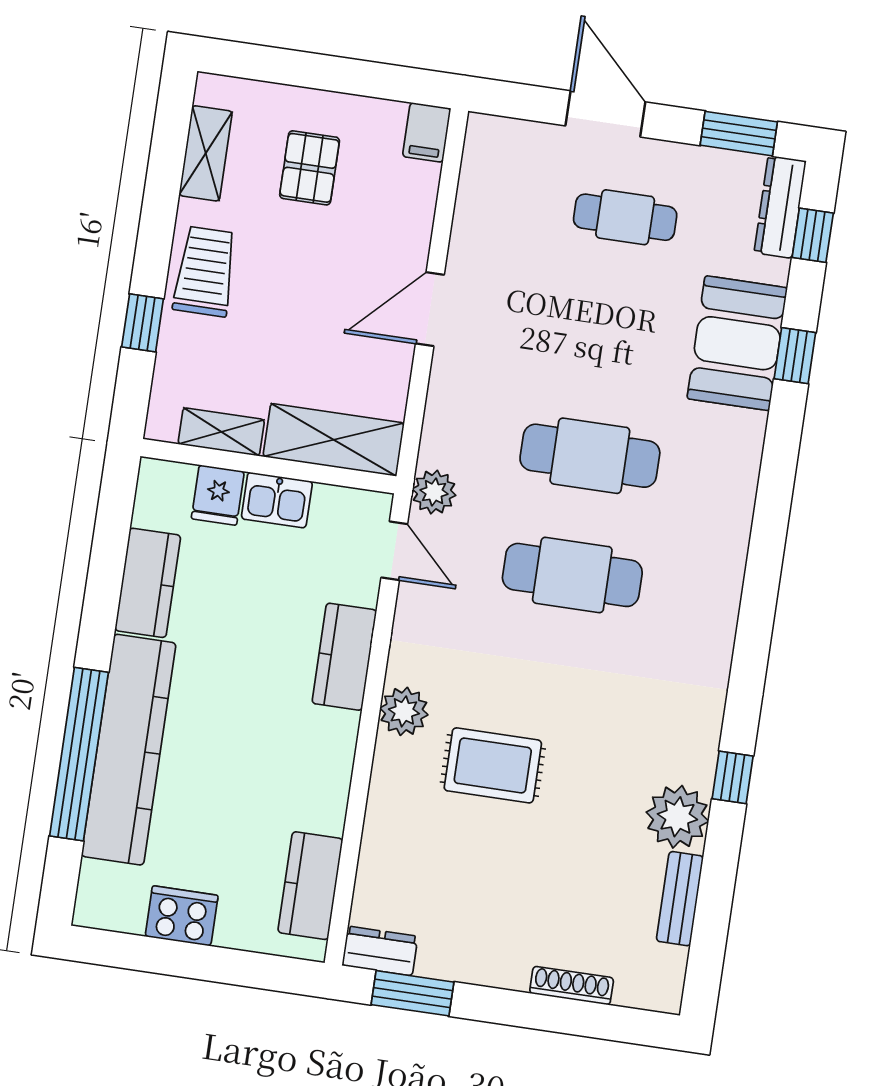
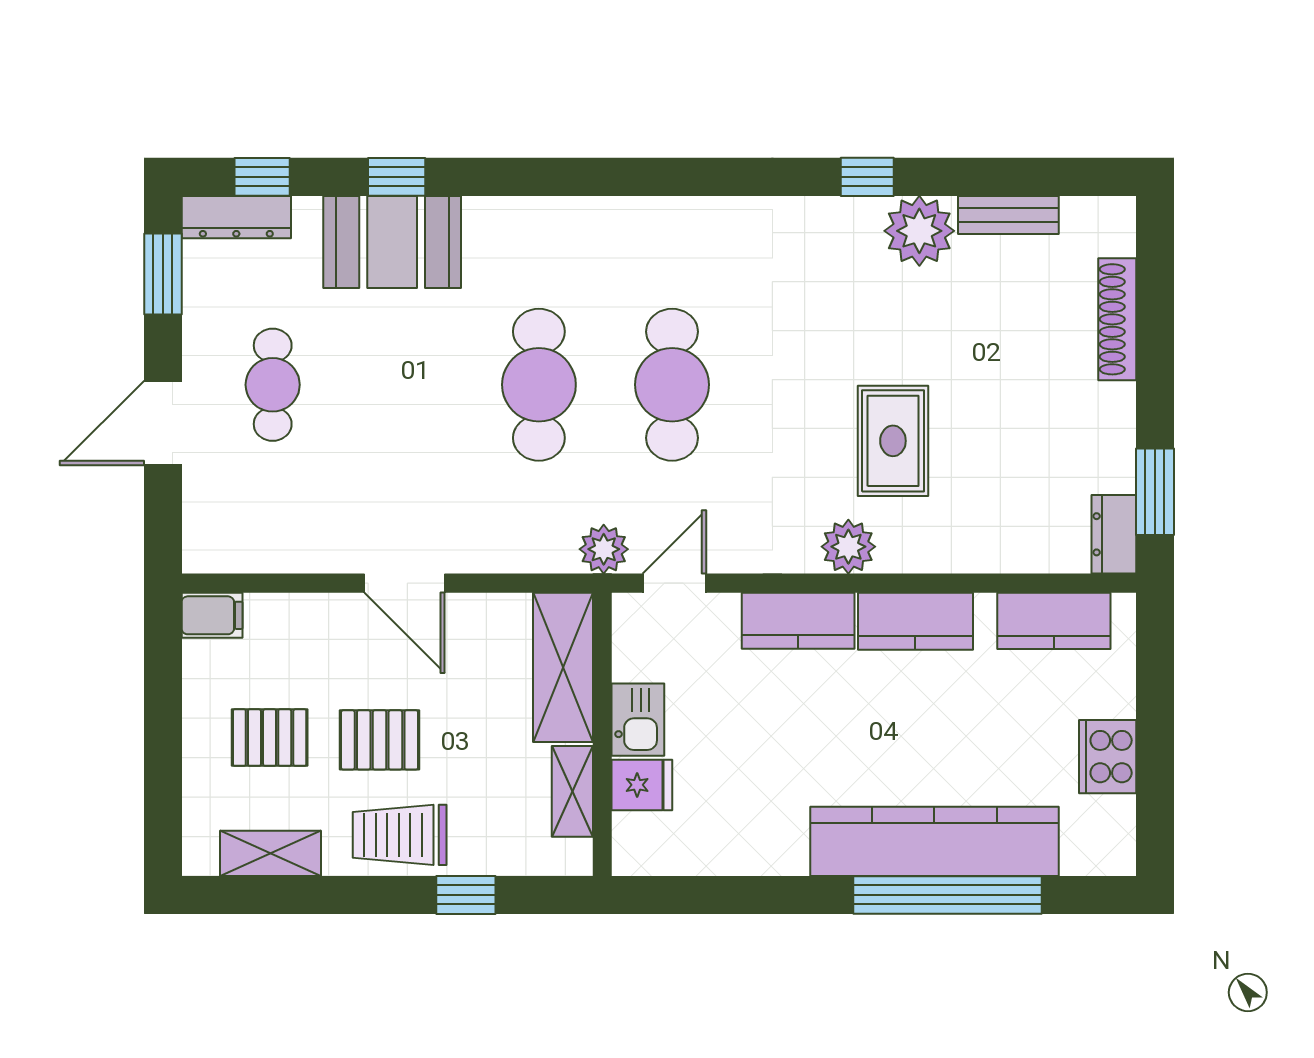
pallet: (293, 266) -> (380, 740), added
kitchen counter: (148, 583) -> (915, 621), moved, turned 180
shoe rack: (572, 986) -> (1117, 319), width x1.36, depth x1.24

